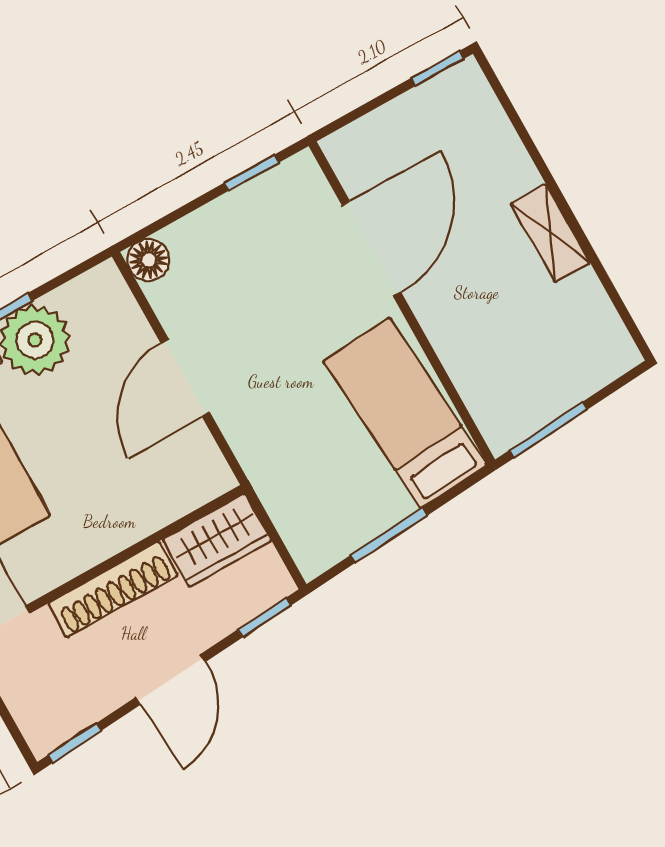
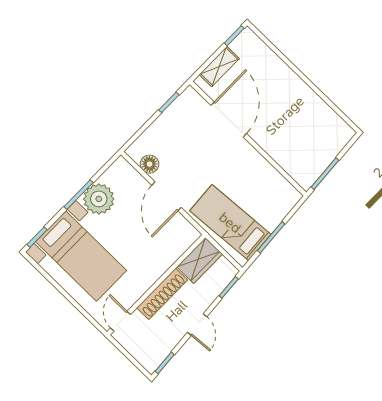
shelving: (550, 233) -> (219, 67), moved, turned 90
floor lamp: (149, 260) -> (150, 164), moved
bed: (405, 413) -> (230, 223), moved
door: (171, 679) -> (197, 325), width x0.73

